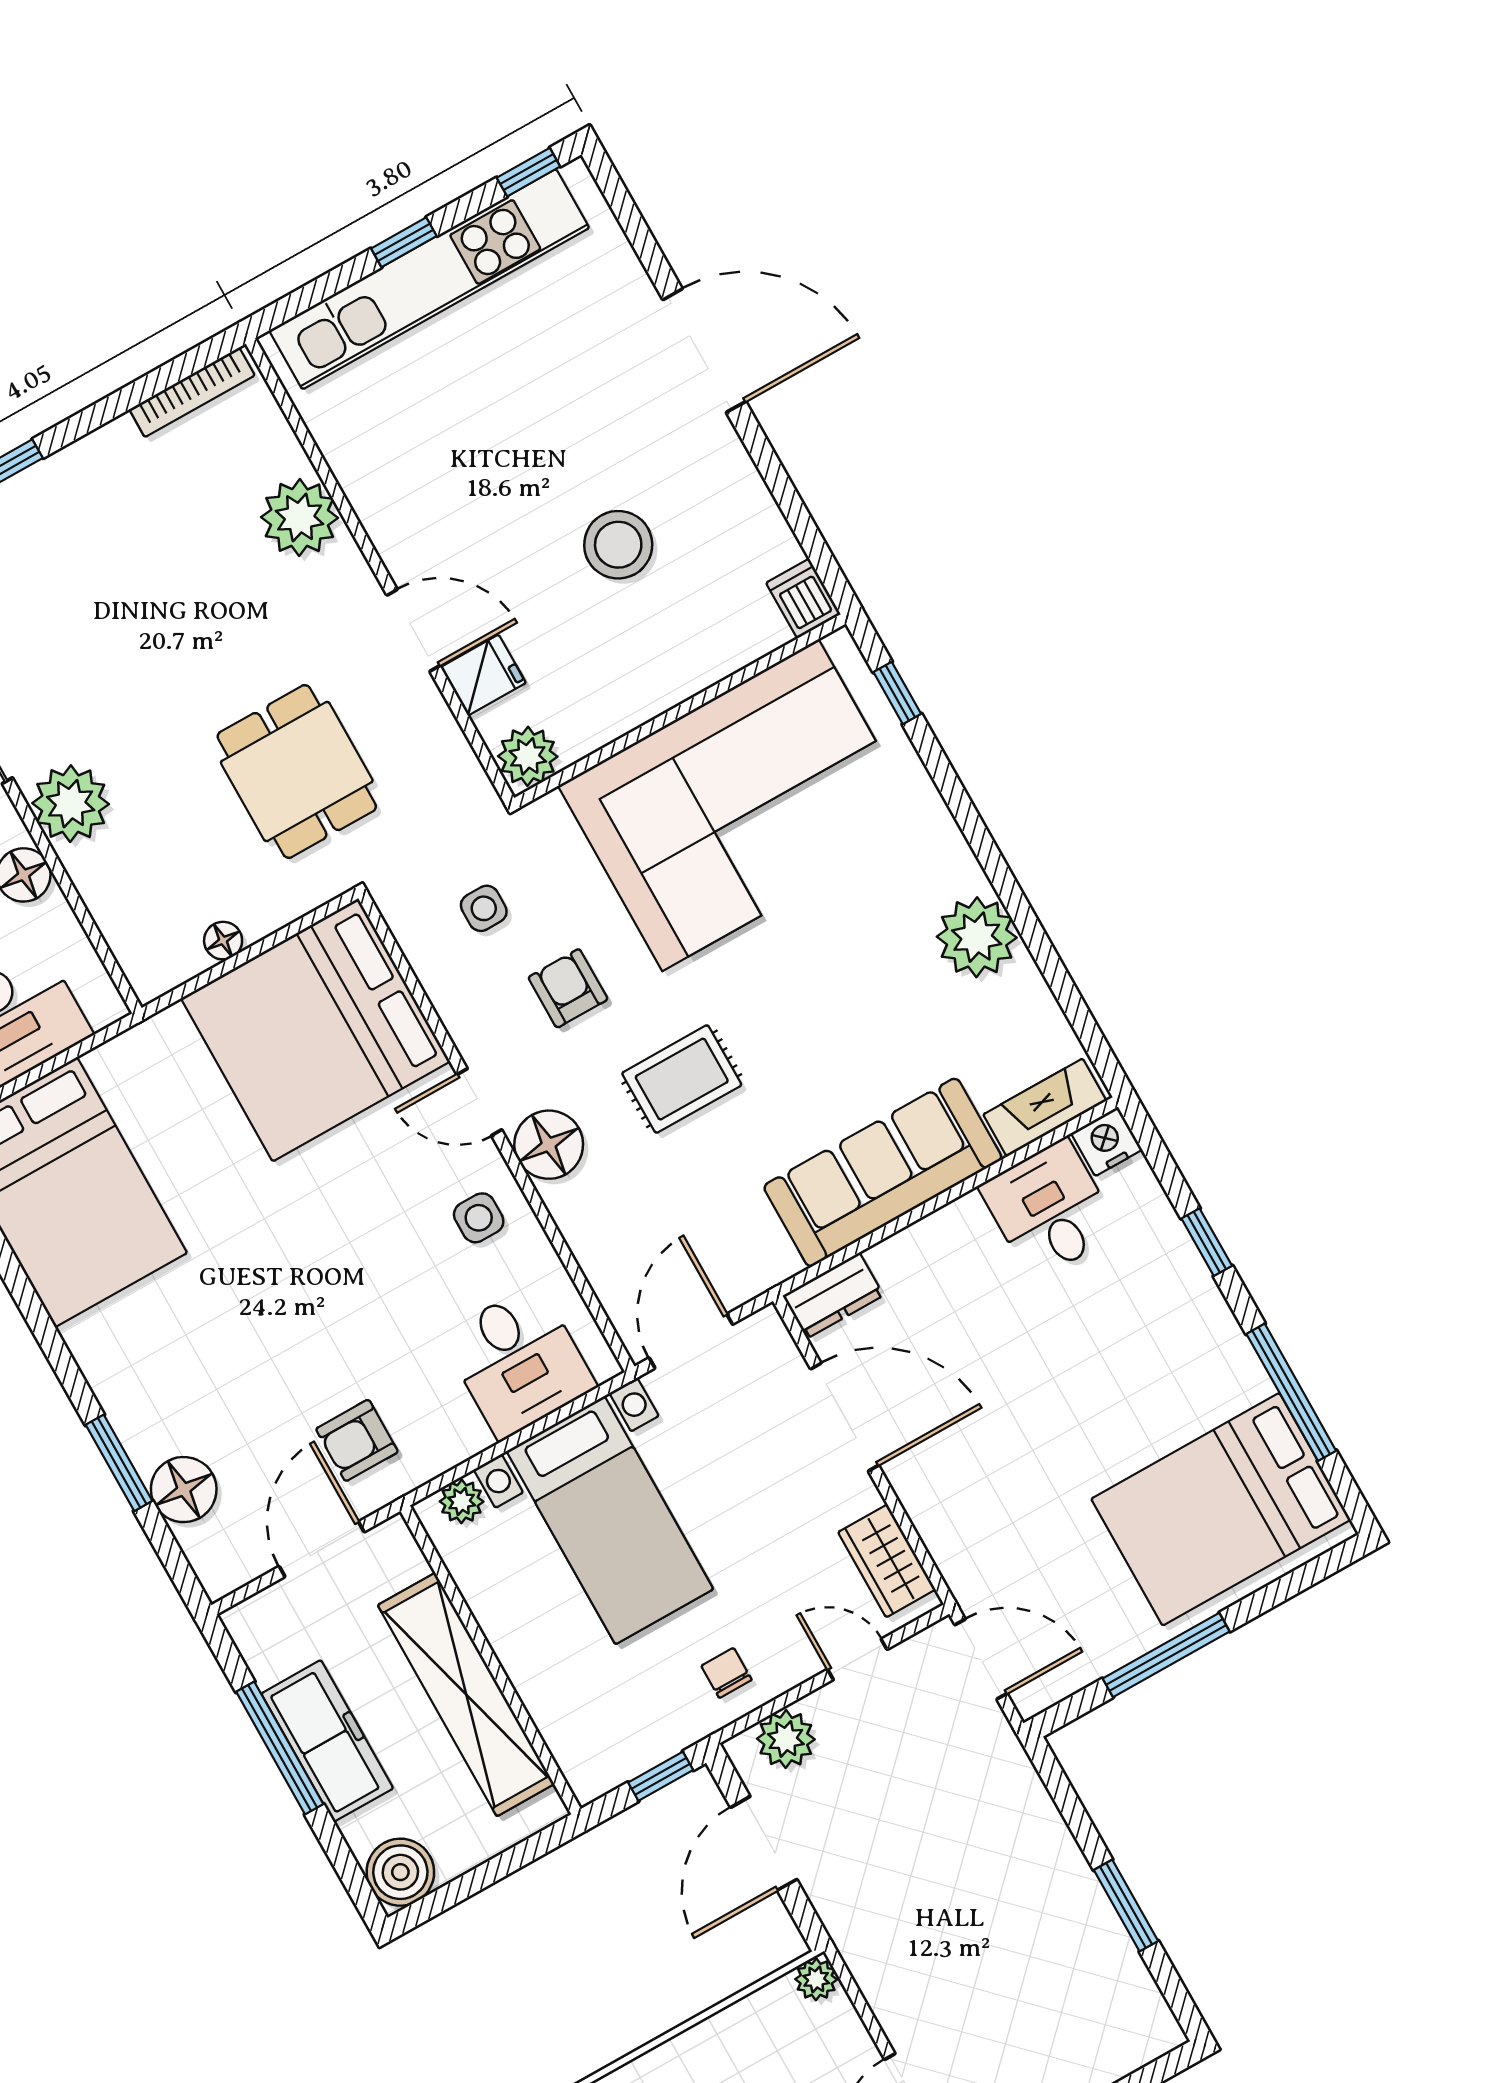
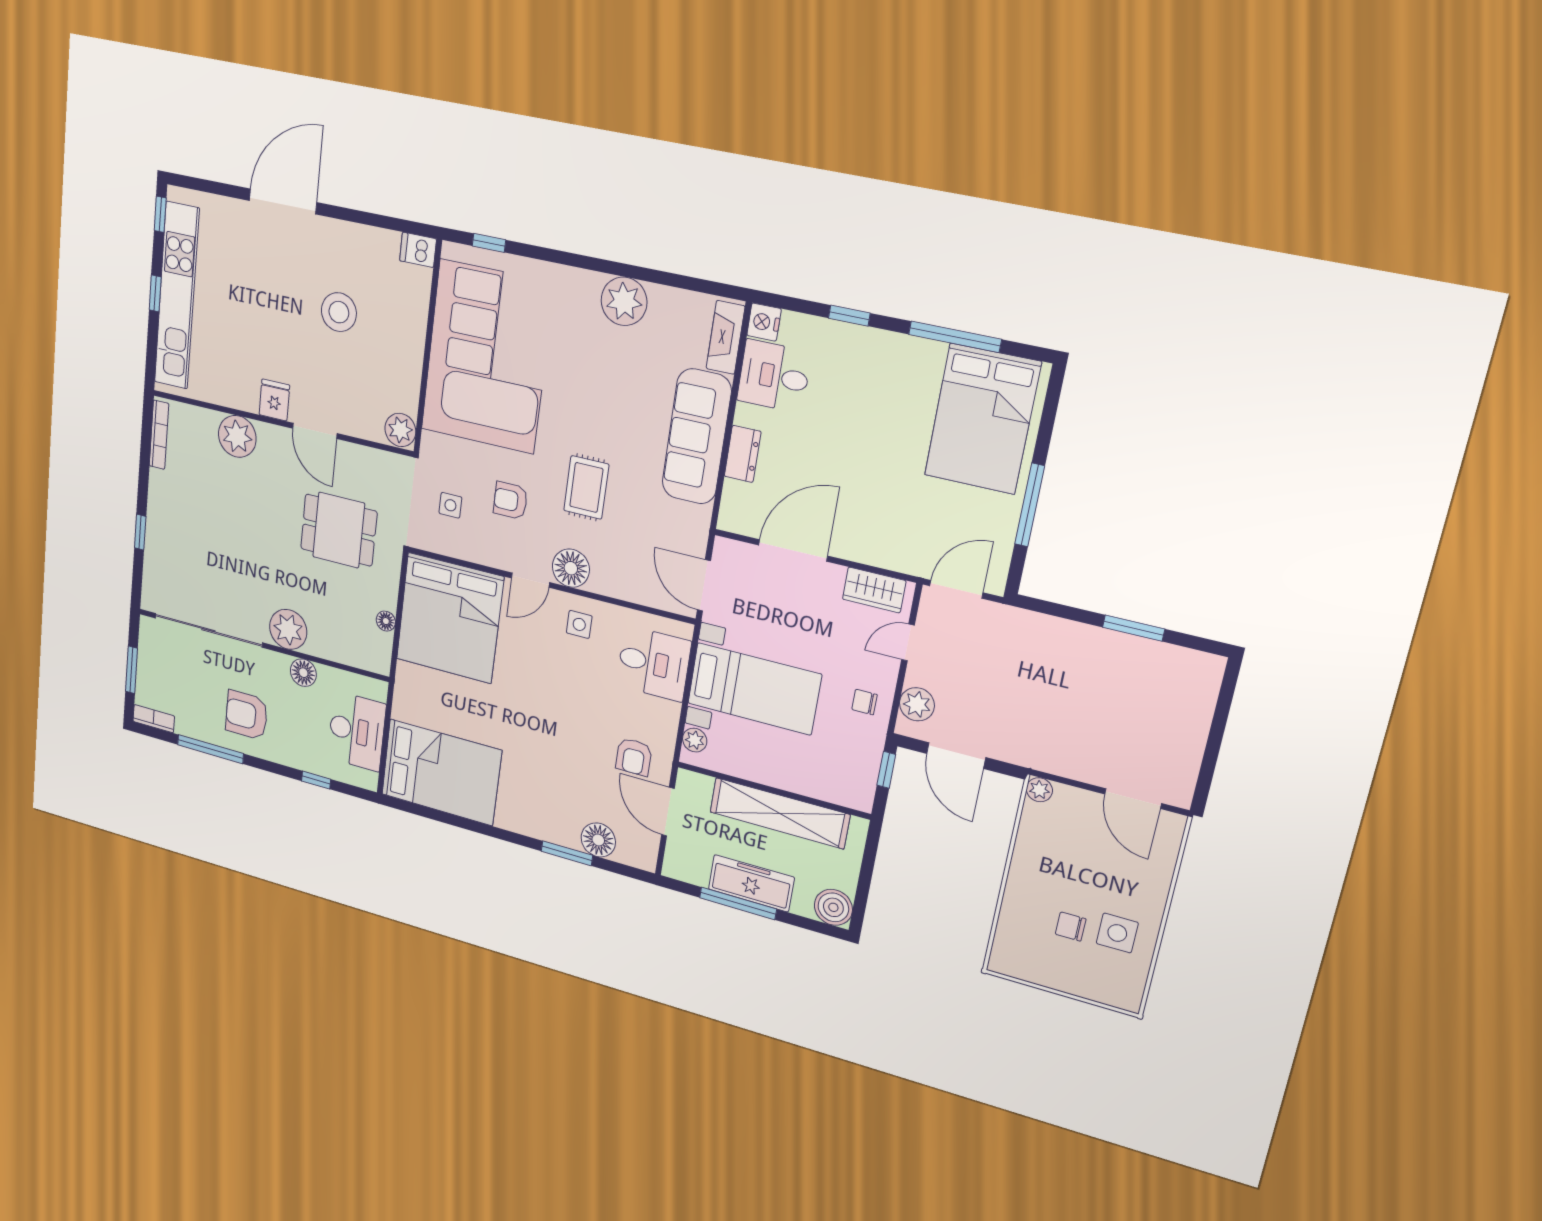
door: (414, 630) -> (315, 431), swing flipped
fridge: (483, 675) -> (274, 400), moved
dresser: (833, 1296) -> (743, 454), moved

